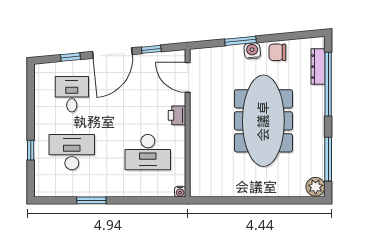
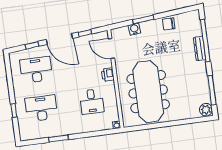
water cooler: (252, 51) -> (134, 29), moved
door: (112, 53) -> (59, 39), hinge flipped
dresser: (318, 67) -> (199, 48), moved
desk: (72, 94) -> (36, 70), width x1.37
meeting table: (263, 121) -> (148, 92), moved
desk: (148, 152) -> (92, 102), width x0.73

